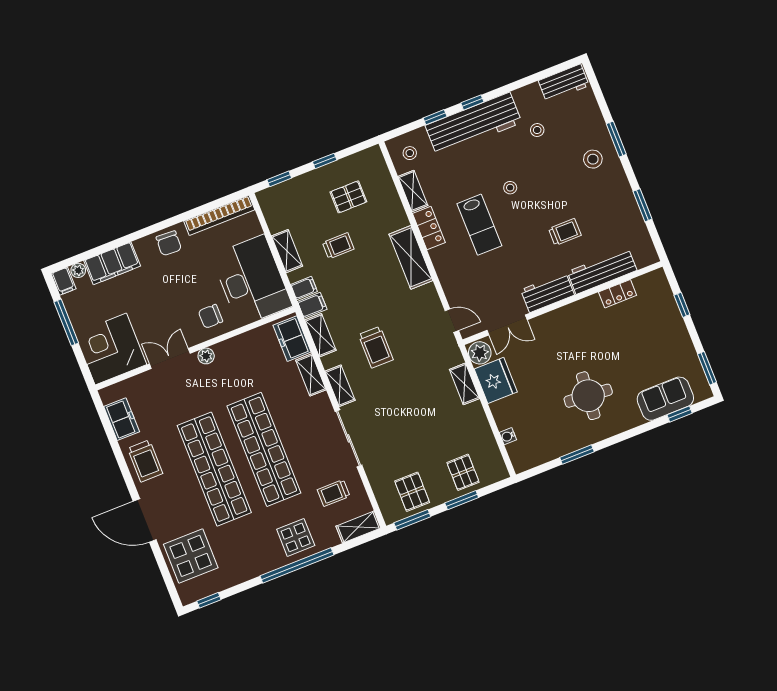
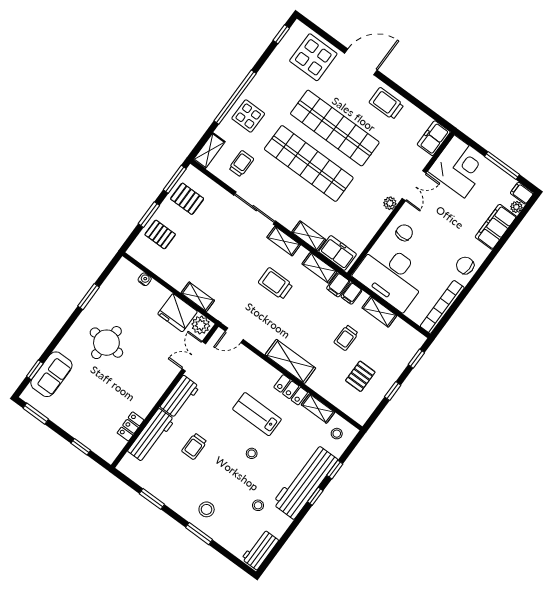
freezer: (122, 419) -> (434, 138), moved, turned 90

